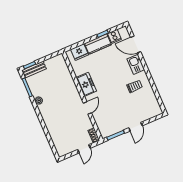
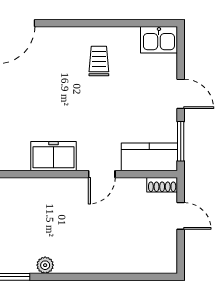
kitchen sink: (136, 64) -> (159, 40), moved
door: (87, 108) -> (102, 174), swing flipped
kitchen counter: (103, 125) -> (149, 157), added

